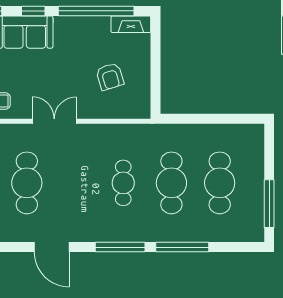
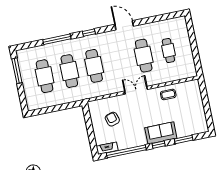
double door: (54, 121) -> (136, 90), swing flipped
cafe table: (123, 183) -> (94, 66), width x1.37, depth x1.35
window: (120, 247) -> (89, 33), width x0.46

